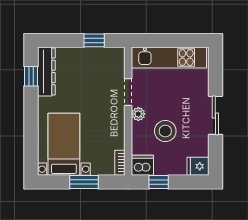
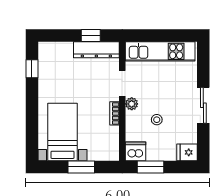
dresser: (46, 71) -> (96, 50), moved, turned 90
stool: (165, 131) -> (157, 120), width x0.53, depth x0.53
bookcase: (120, 163) -> (114, 113), moved
window: (159, 182) -> (151, 167), width x1.50

